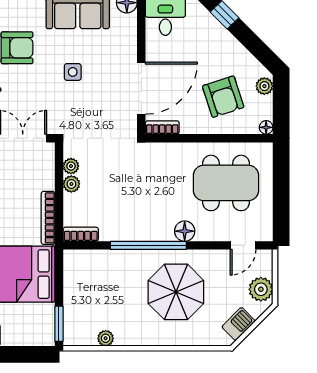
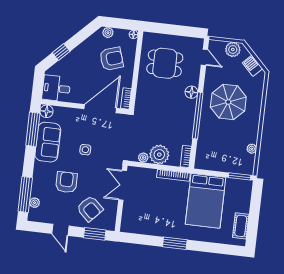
door: (141, 88) -> (100, 109), hinge flipped
dining table: (226, 183) -> (165, 63), width x0.73
plant: (71, 184) -> (159, 155), width x1.87, depth x1.87

